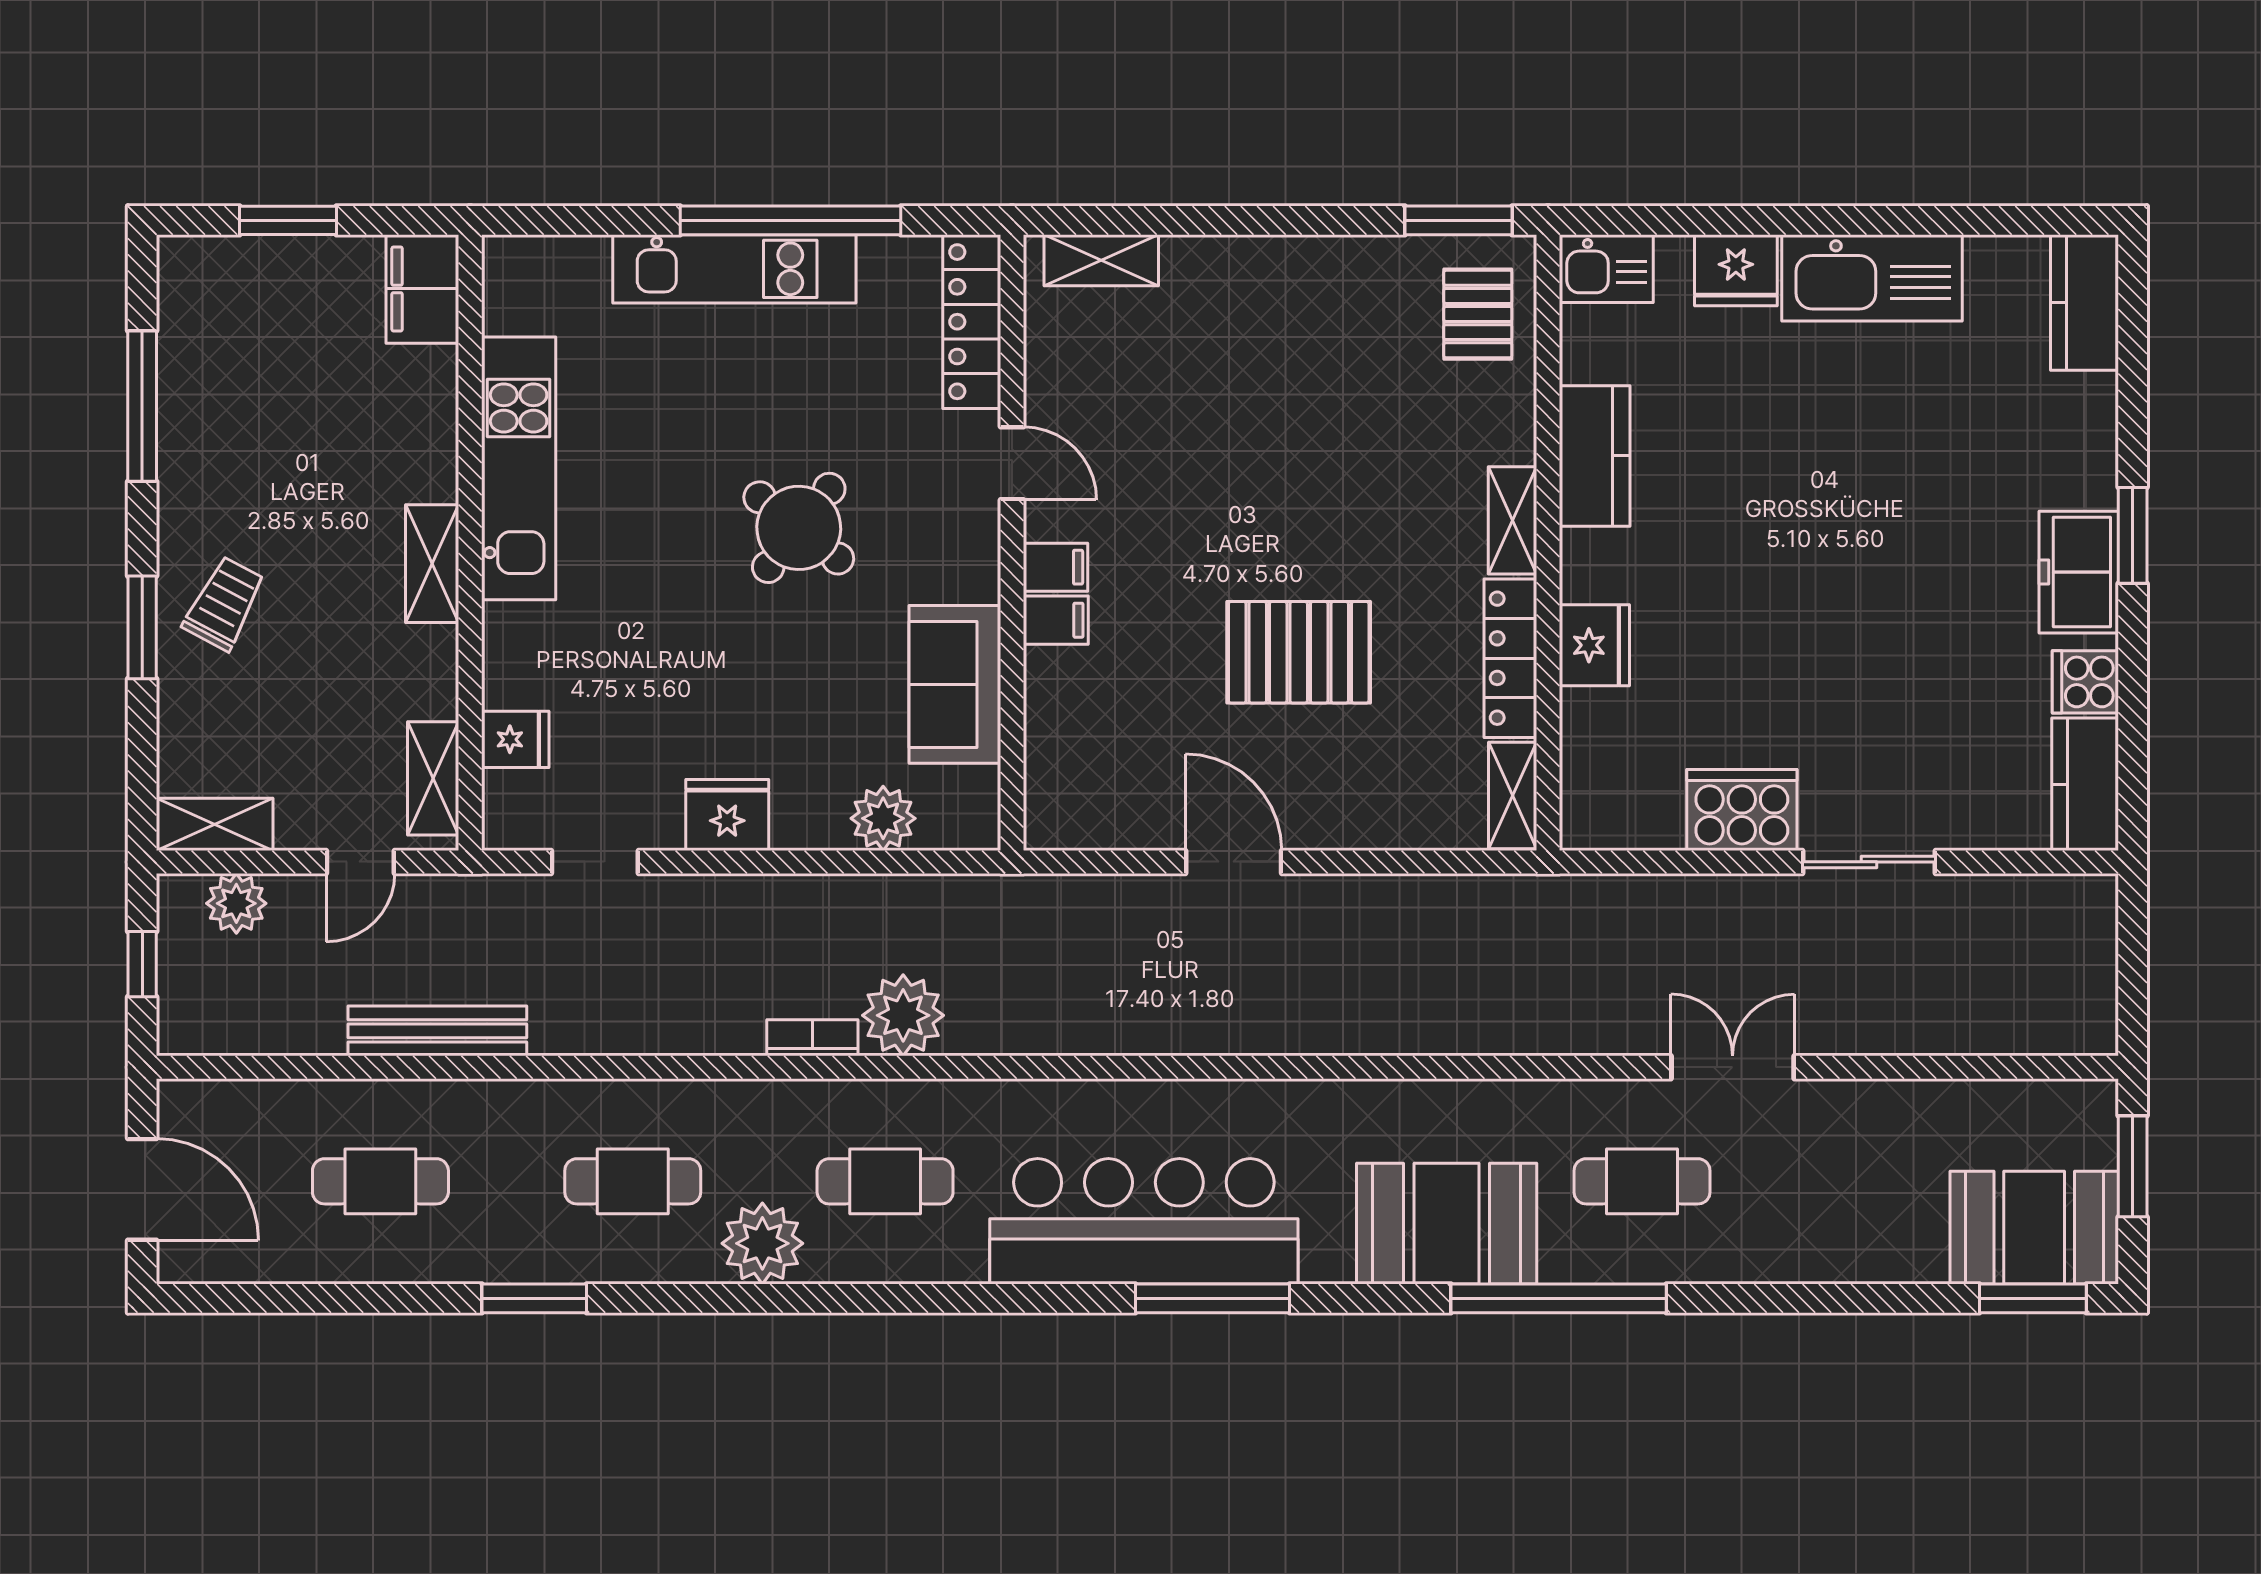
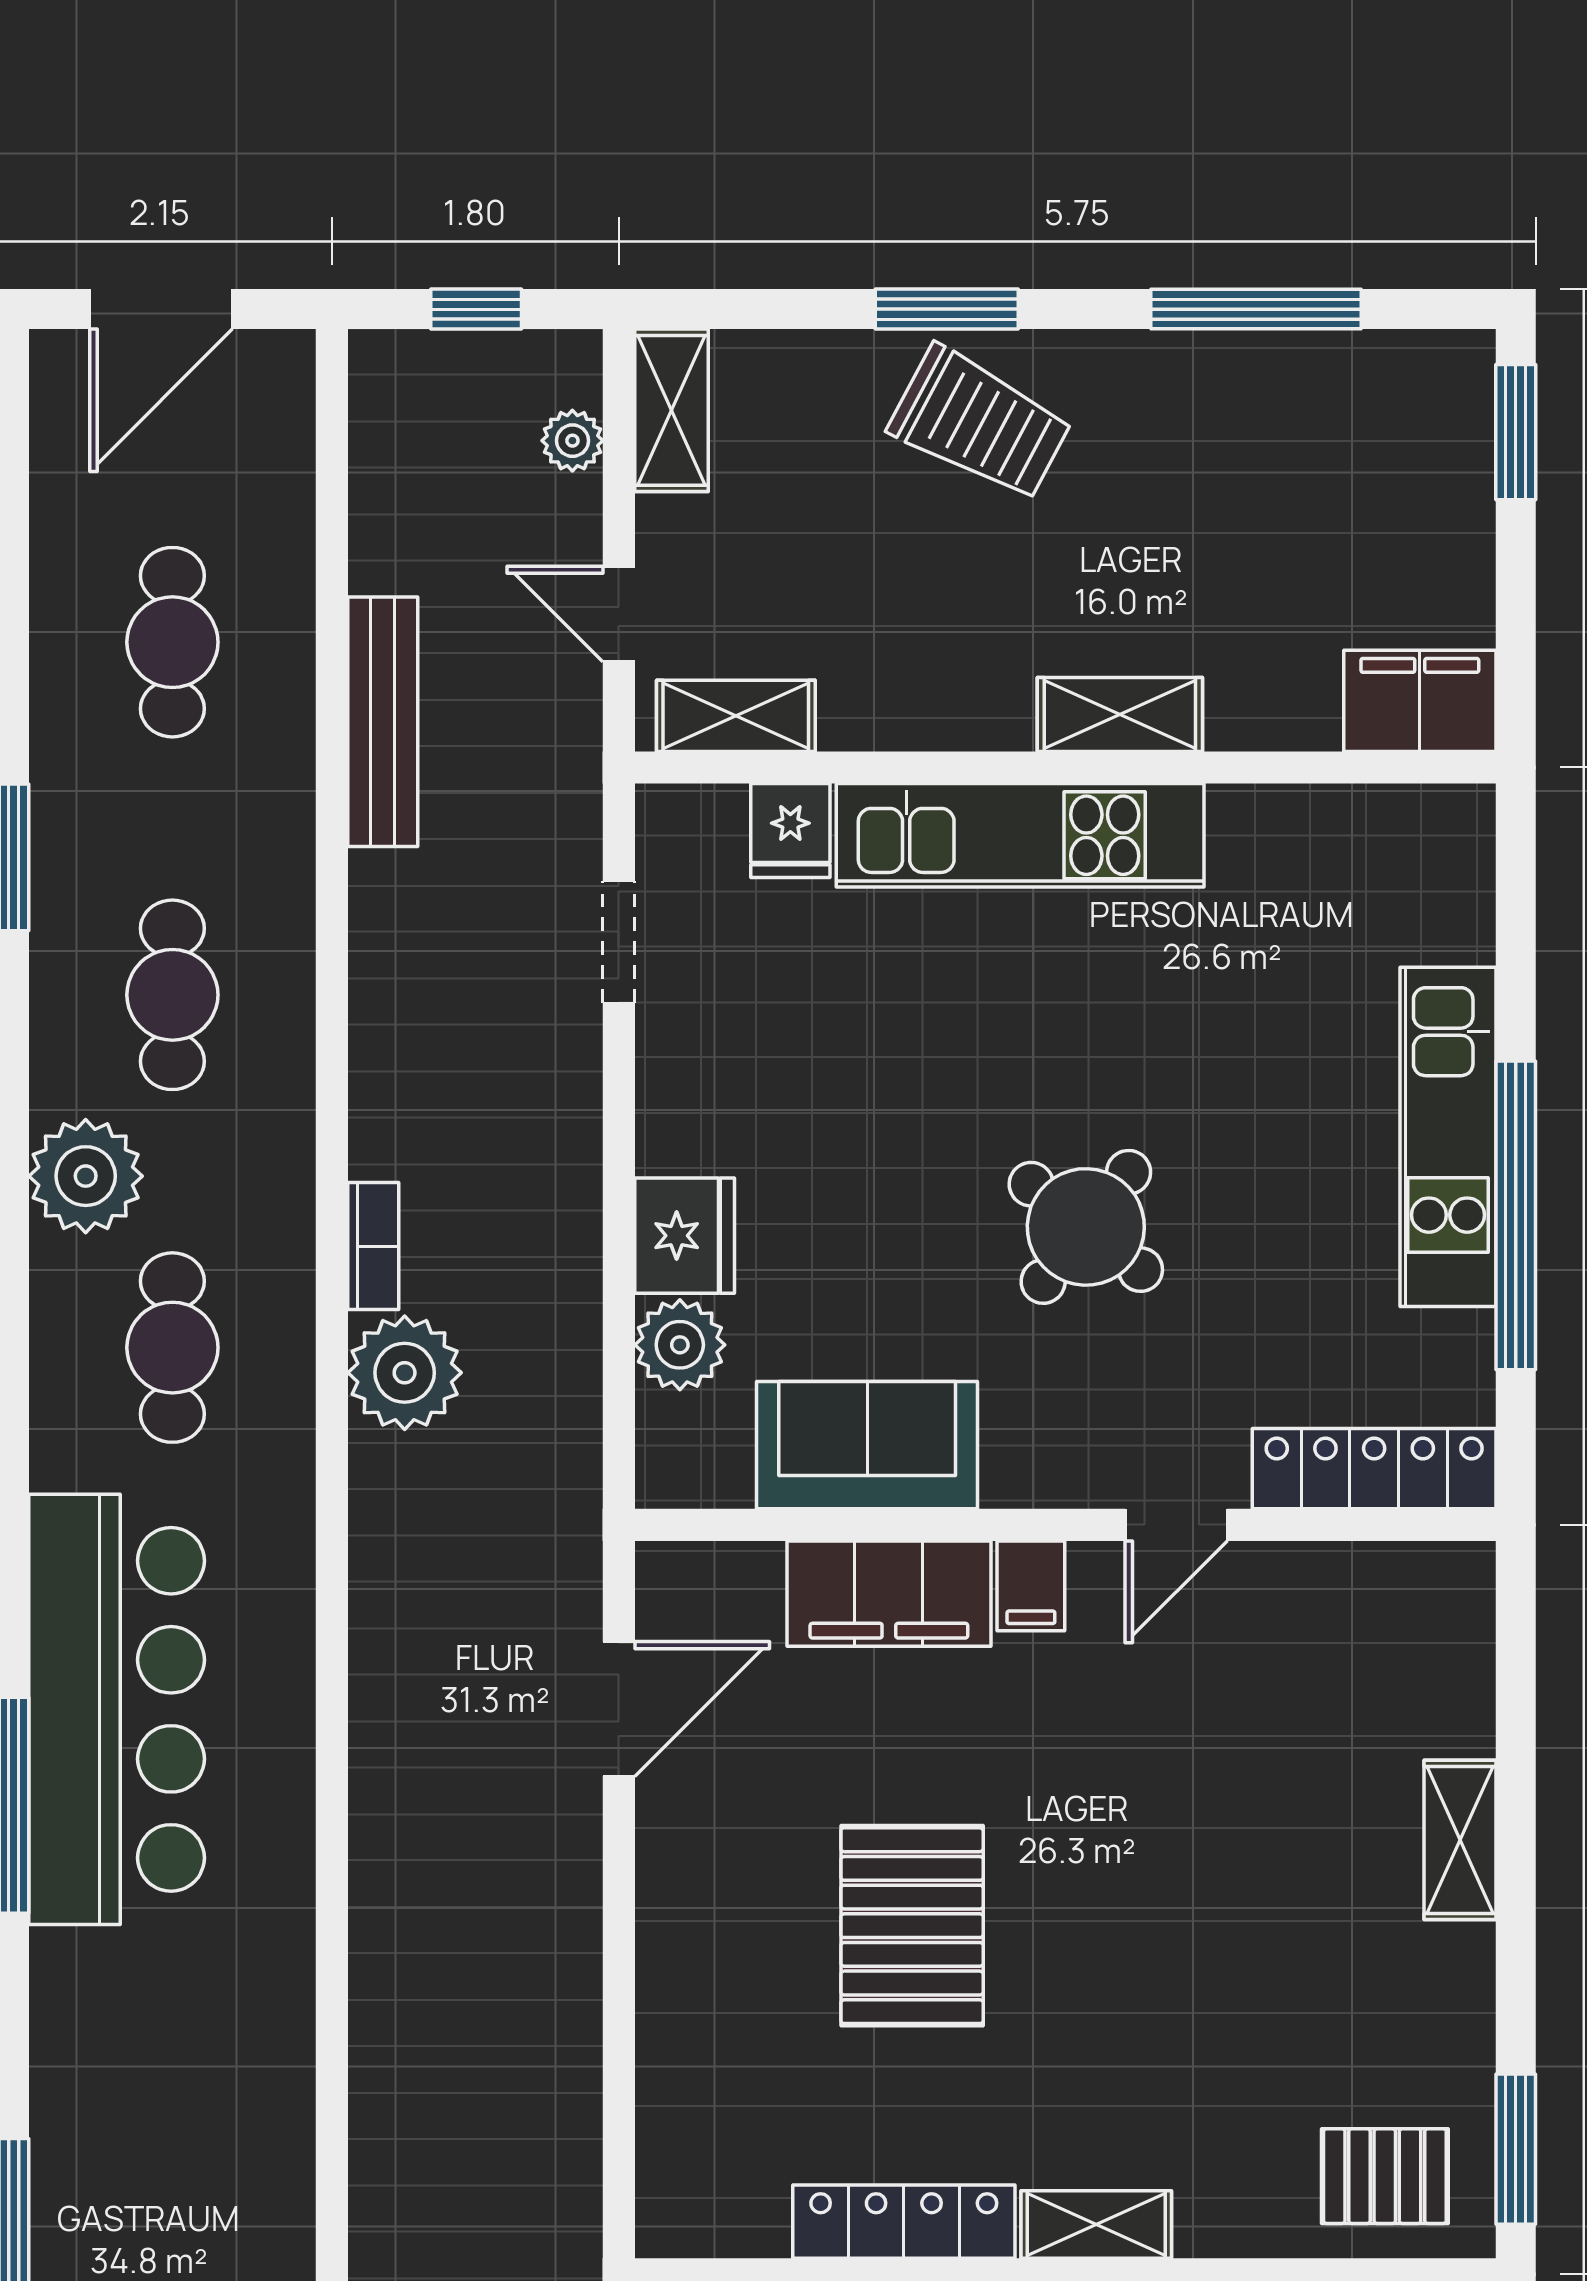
window: (288, 220) -> (1516, 432), moved
shelving: (1101, 260) -> (1460, 1840), moved
kitchen unit: (519, 468) -> (1020, 835), moved
shelving: (432, 564) -> (1120, 714), moved
trolley: (224, 603) -> (980, 424), width x1.36, depth x1.39
filing cabinet: (1056, 620) -> (889, 1594), width x3.00, depth x1.17
shelving: (1513, 795) -> (712, 2225), removed
fridge: (727, 815) -> (685, 1236), moved
door: (1234, 862) -> (619, 1709), moved
plant: (236, 903) -> (572, 441), width x0.73, depth x0.73
booth: (1447, 1224) -> (113, 2132), removed

